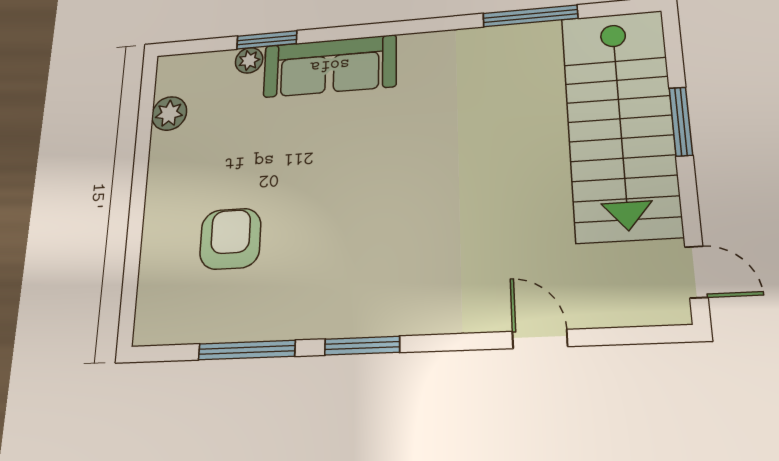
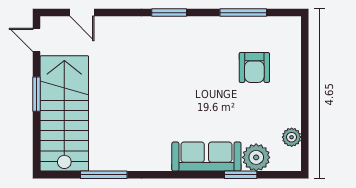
plant: (249, 60) -> (256, 157), width x1.88, depth x1.88
window: (681, 121) -> (37, 94), moved
door: (540, 339) -> (82, 13), moved
window: (362, 346) -> (169, 13), moved

